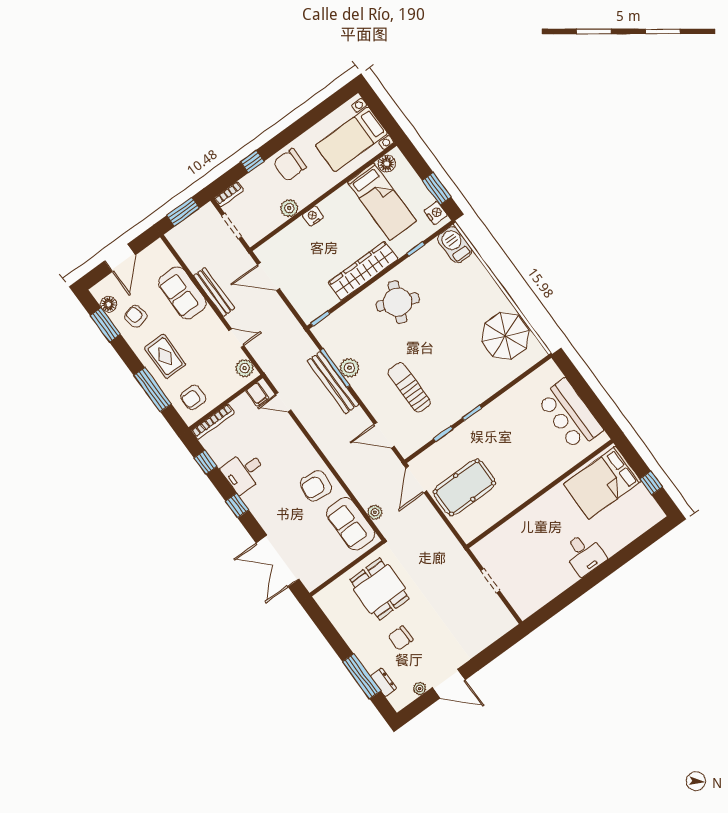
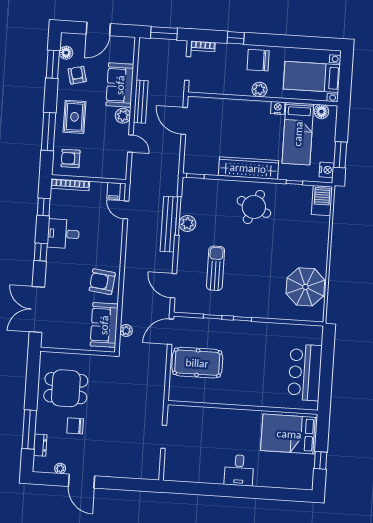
plant: (289, 208) -> (260, 89), moved
nightstand: (313, 216) -> (278, 108), moved
plant: (245, 368) -> (123, 116), moved
dining table: (379, 589) -> (66, 388), moved, turned 90

